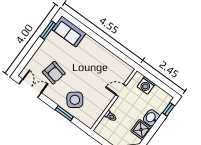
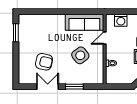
sofa: (69, 31) -> (84, 22), moved, width x1.36
double door: (30, 88) -> (48, 87), moved
side table: (75, 100) -> (80, 55), moved

